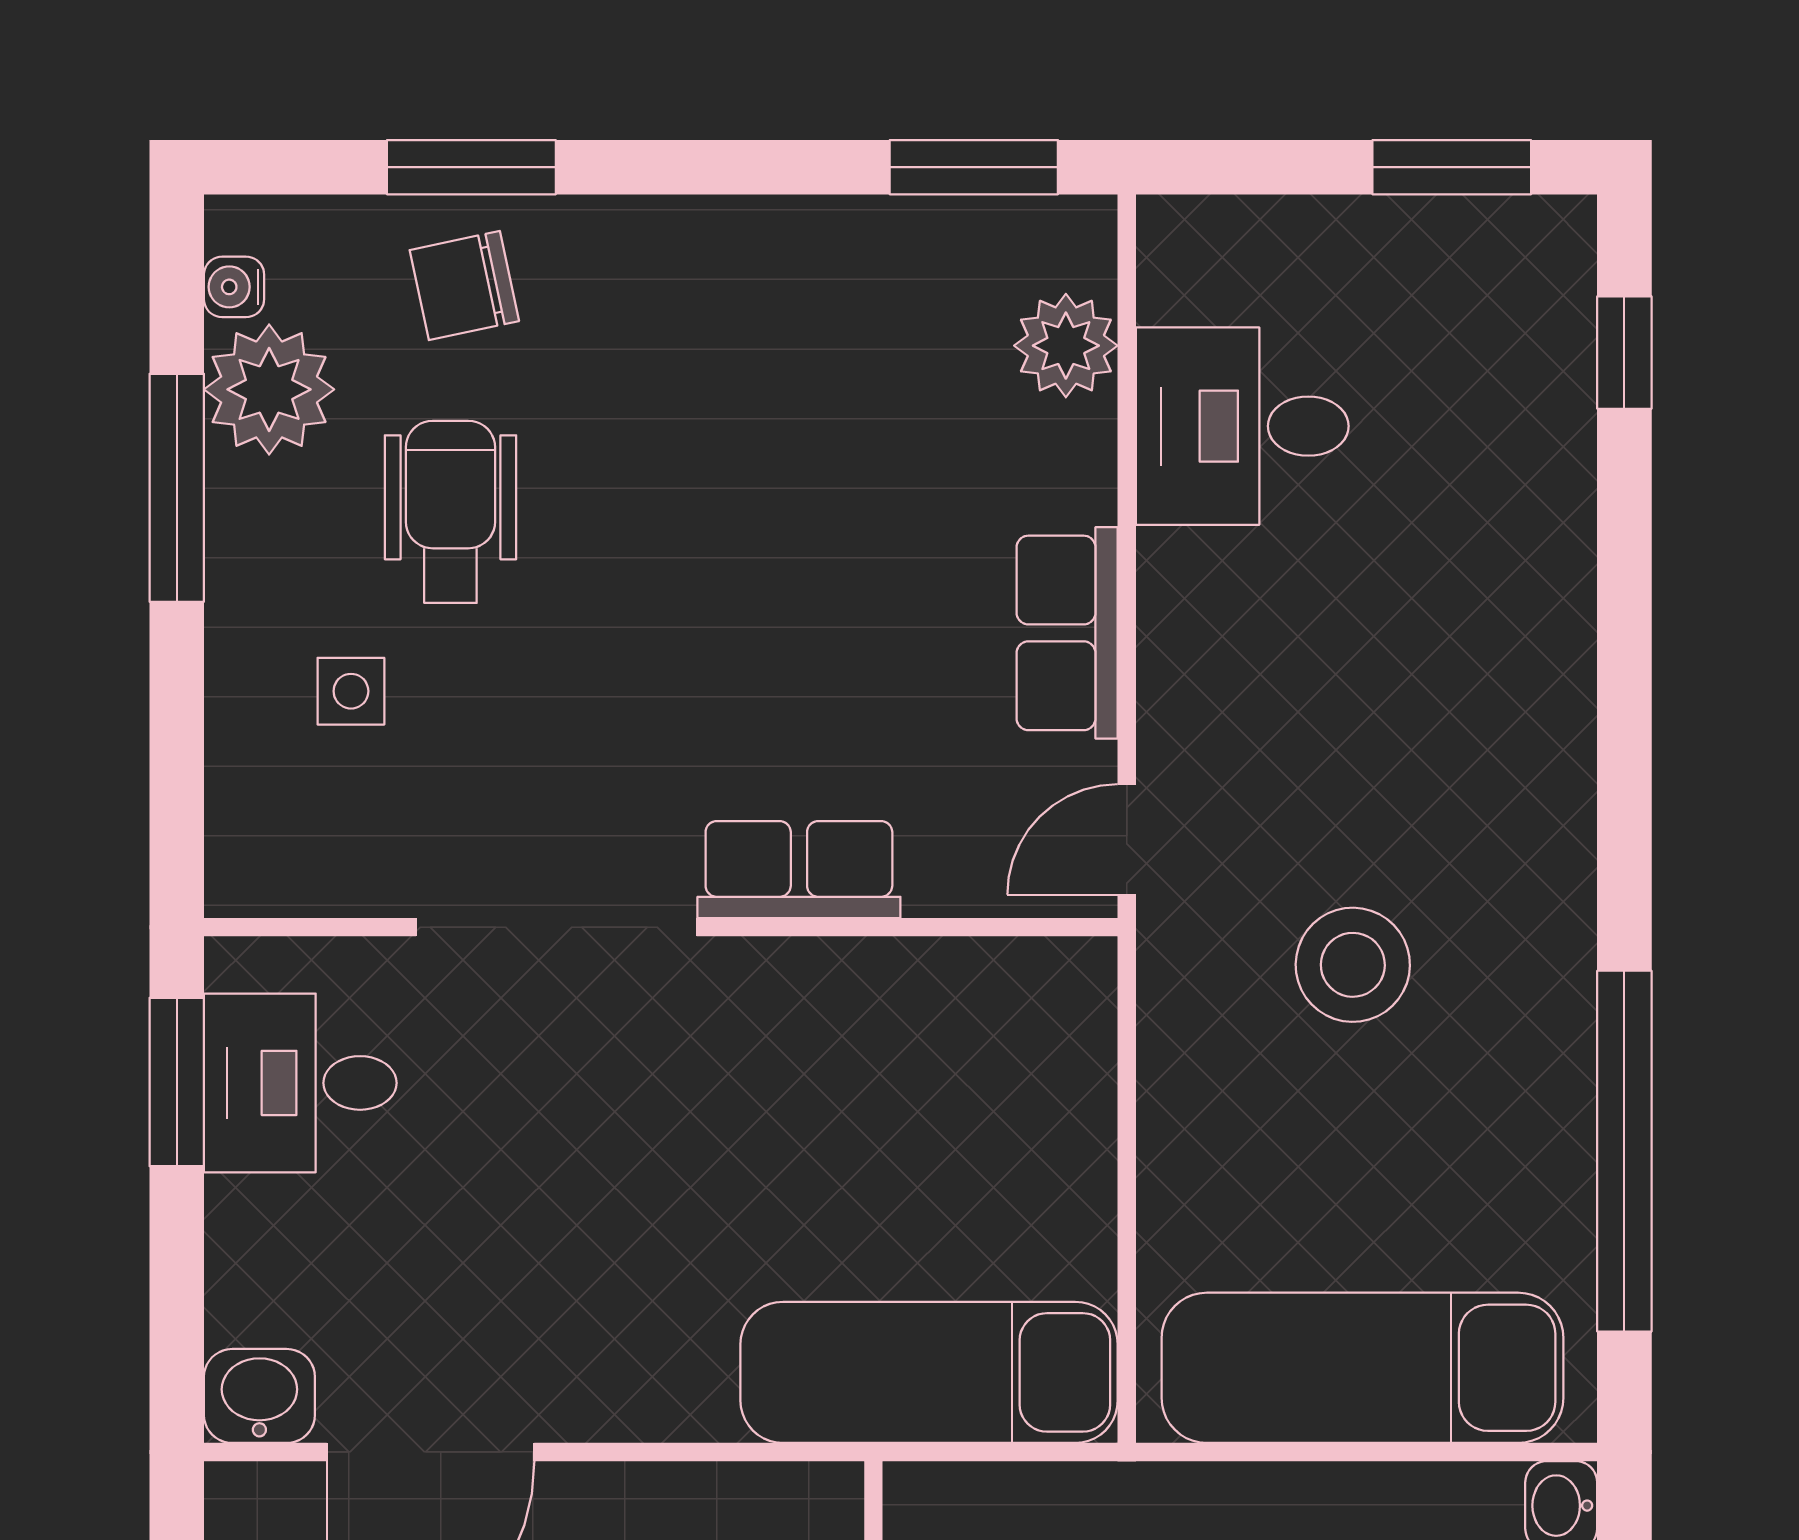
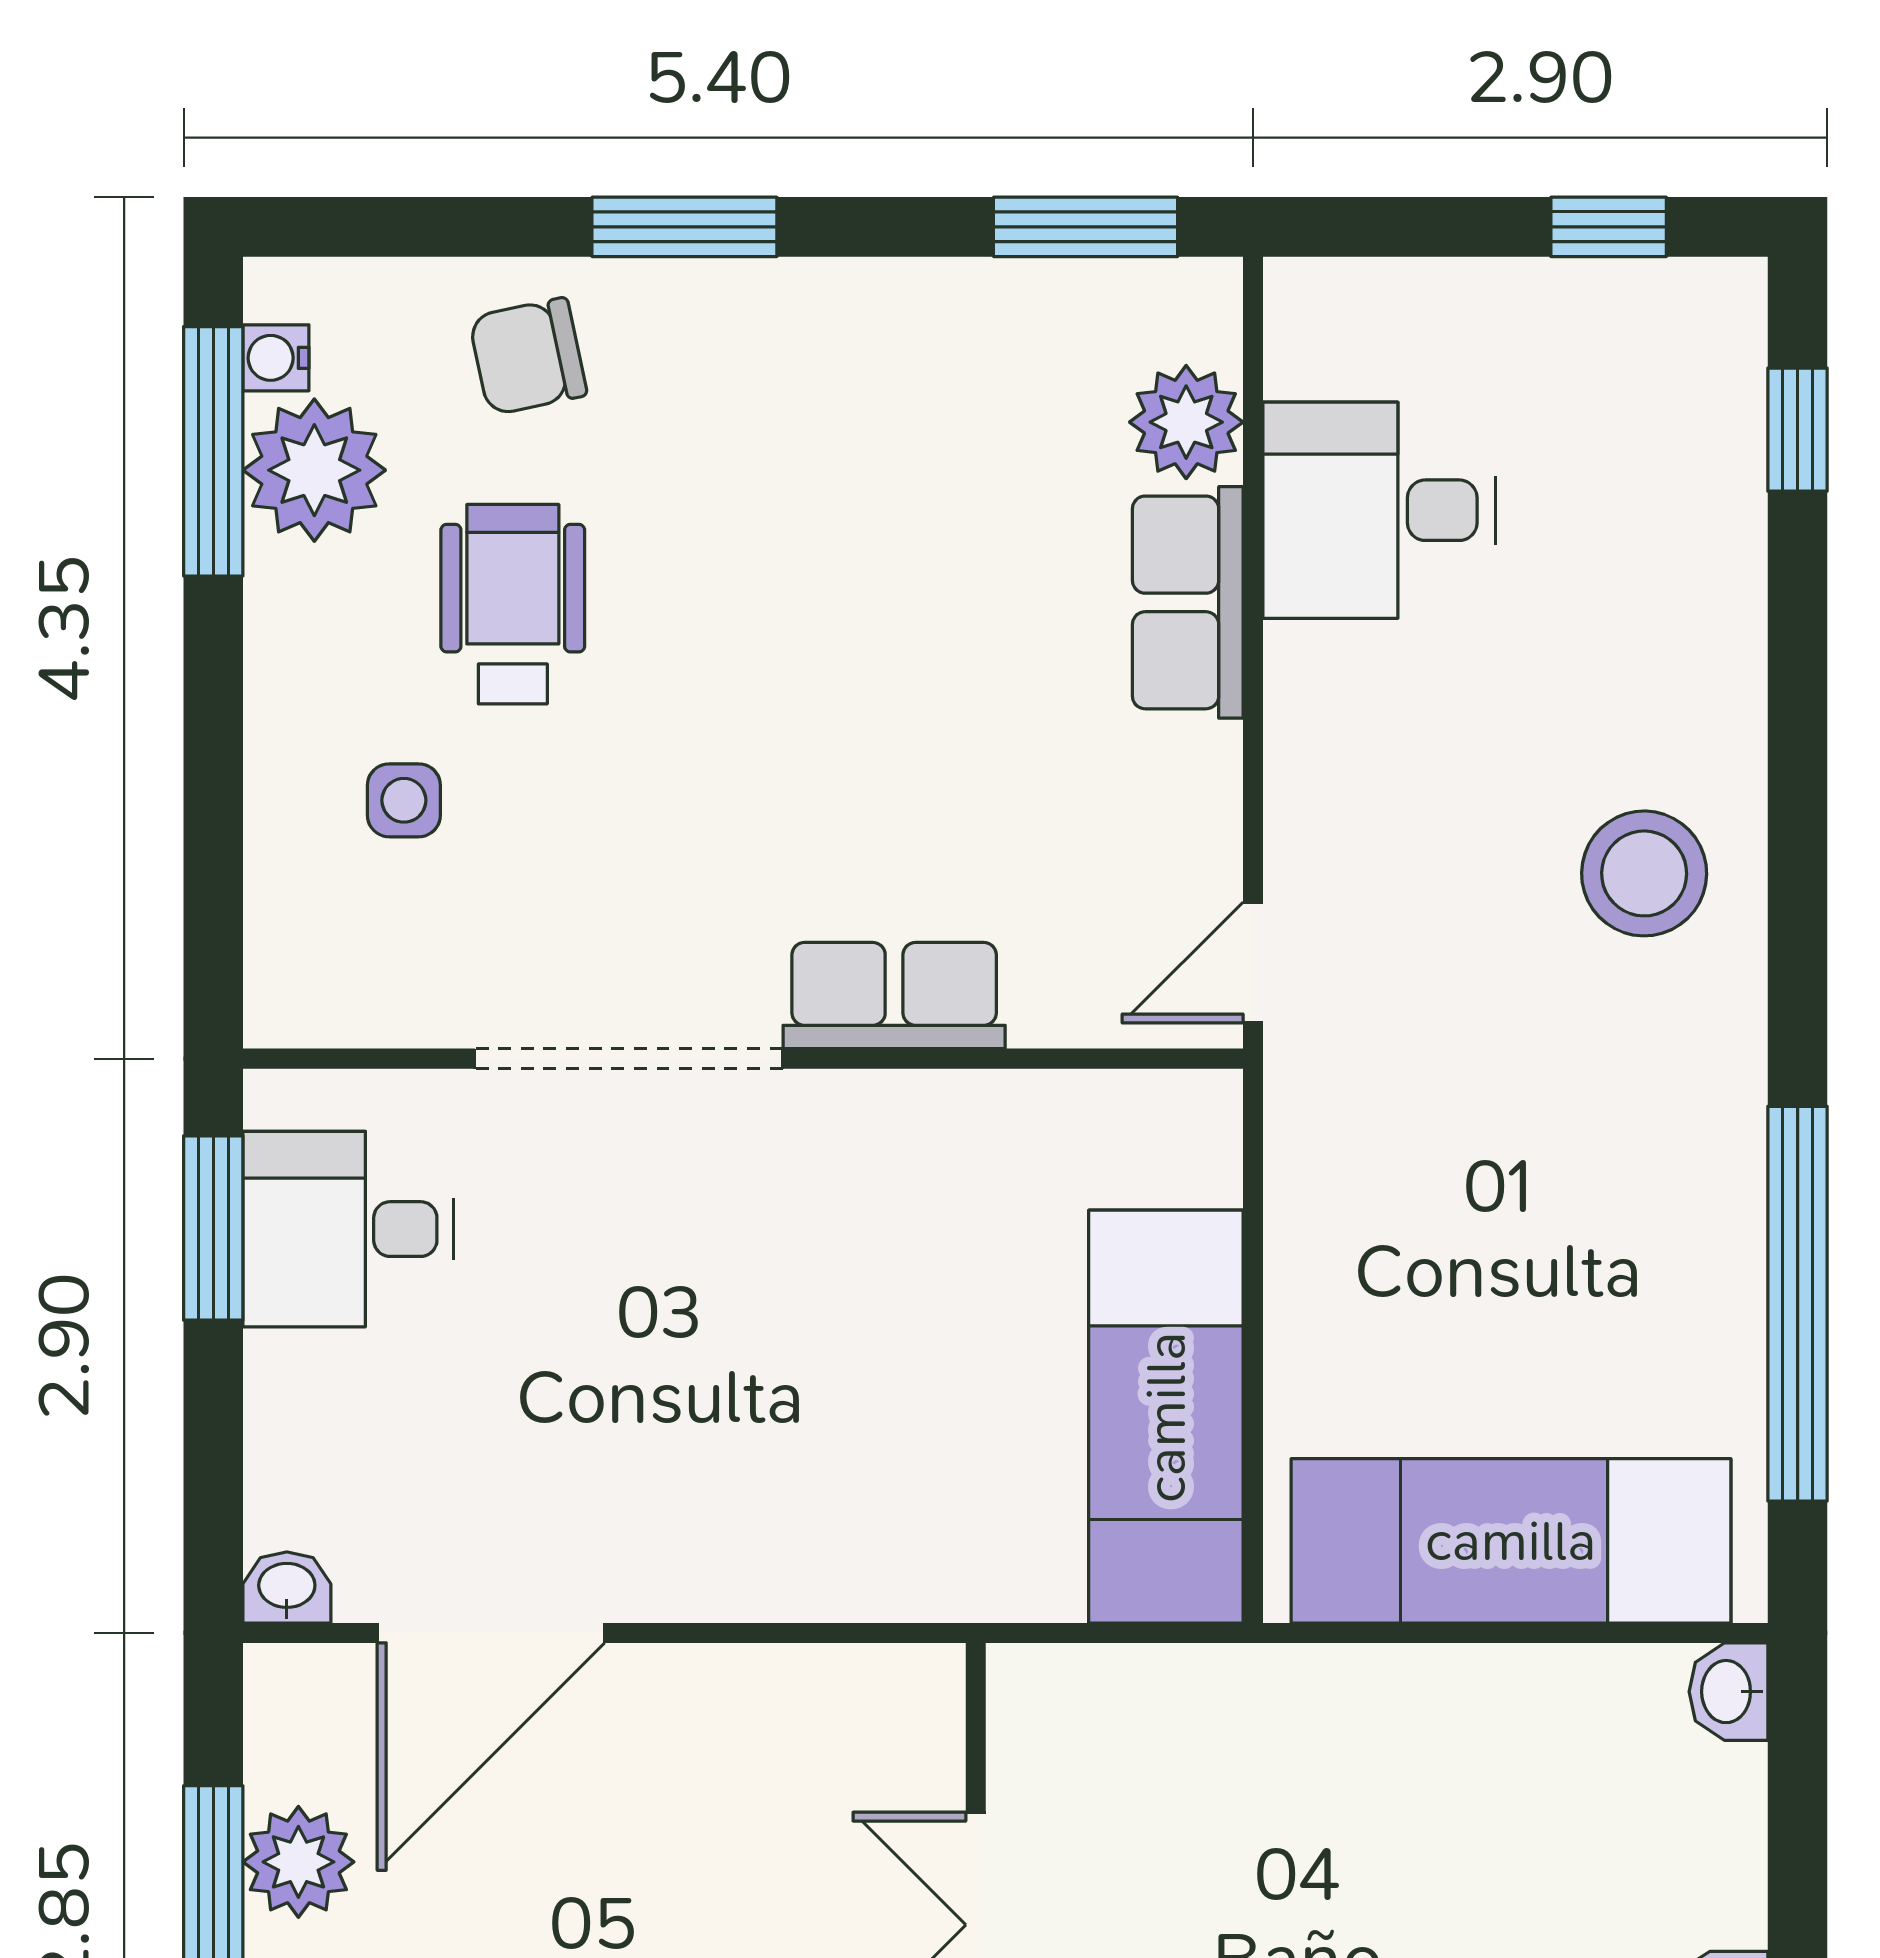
window: (471, 167) -> (684, 227), moved
window: (1452, 167) -> (1609, 227), width x0.67
window: (177, 488) -> (213, 451), moved
row of seats: (1067, 633) -> (1188, 602), moved
stool: (1353, 965) -> (1644, 873), moved
exam couch: (929, 1372) -> (1166, 1417), moved, turned -90
washbasin: (259, 1396) -> (287, 1588), width x0.72, depth x0.69

